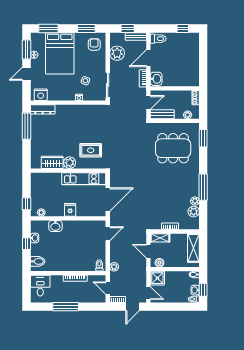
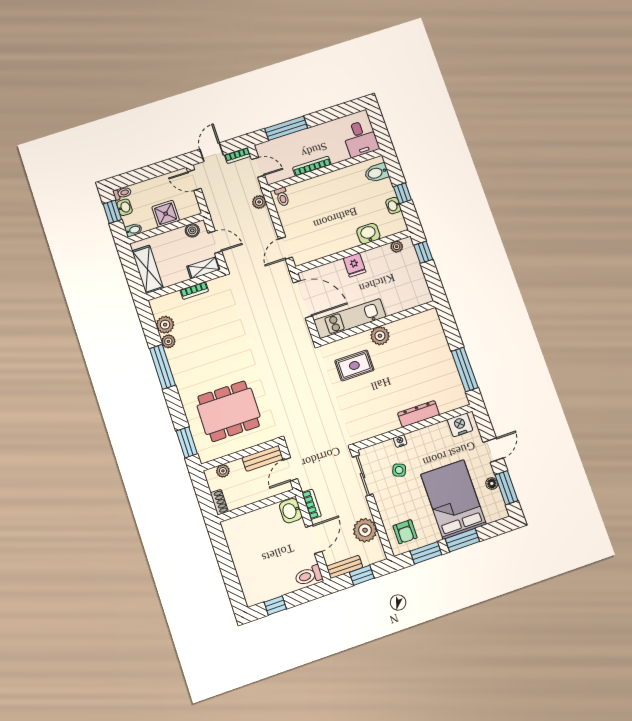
window: (48, 28) -> (462, 540), moved
dresser: (43, 109) -> (418, 414), moved
wardrobe: (52, 162) -> (407, 327), removed
door: (108, 200) -> (303, 299), swing flipped
shower: (157, 278) -> (166, 214), moved
window: (66, 307) -> (286, 128), moved

